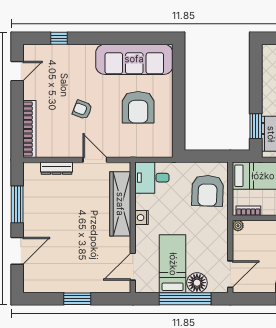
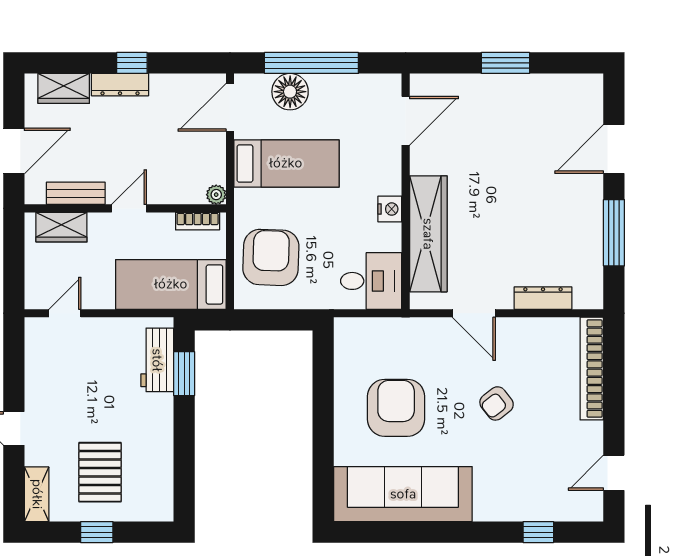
armchair: (82, 110) -> (497, 403), turned 121
bed: (173, 264) -> (286, 163), moved, turned -90

